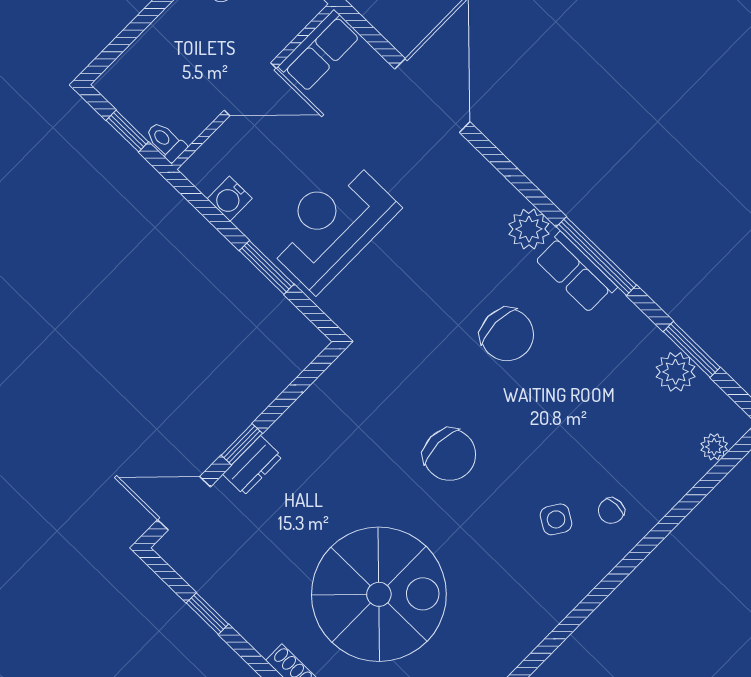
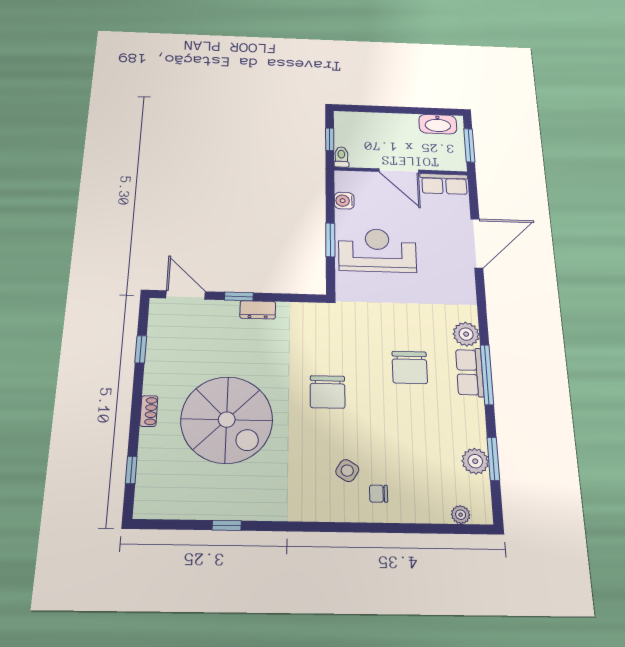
dresser: (252, 465) -> (258, 310), moved

